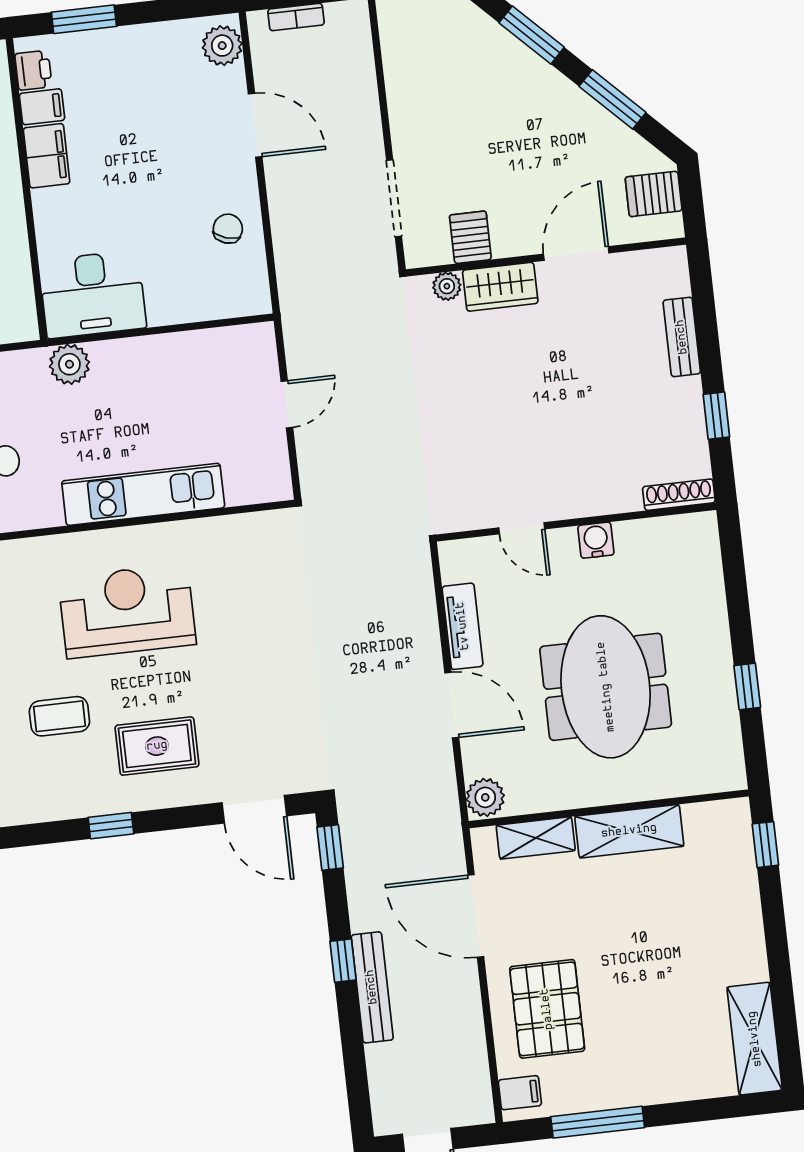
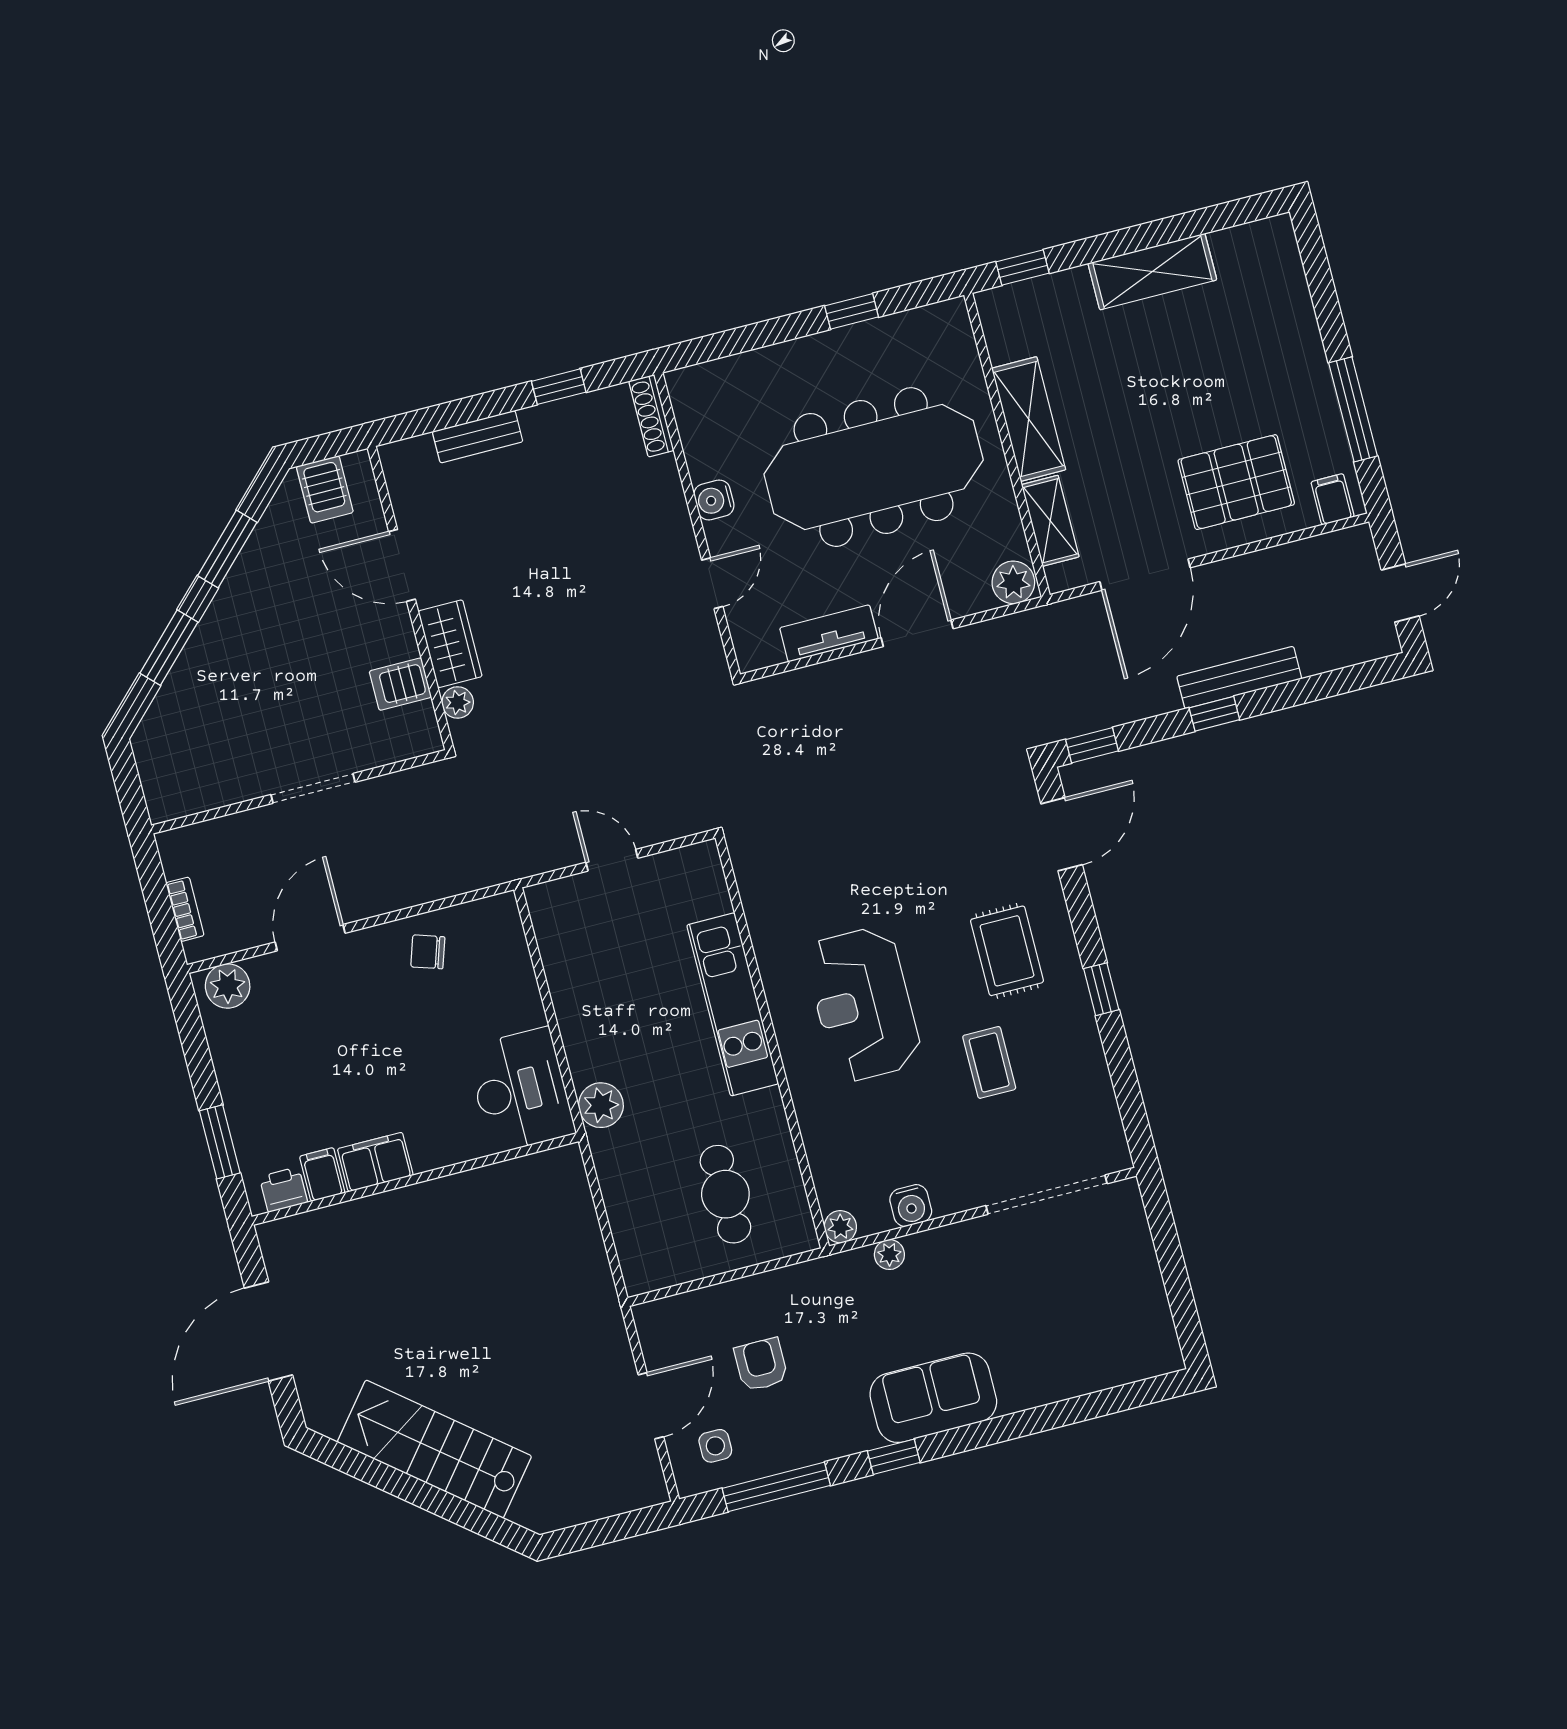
doorway: (394, 198) -> (313, 788), moved
meeting table: (606, 687) -> (874, 467), width x1.36
shelving: (755, 1039) -> (1152, 272), moved

